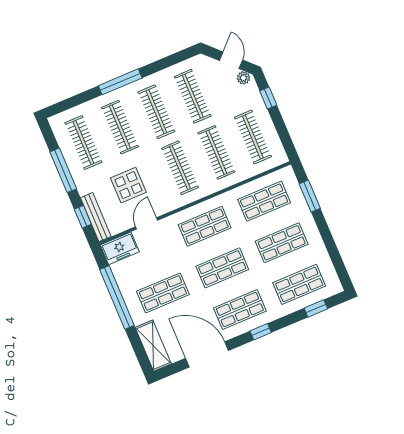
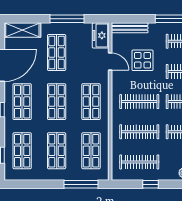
window: (268, 98) -> (150, 184), moved
window: (310, 196) -> (81, 184), width x1.44
window: (83, 217) -> (134, 19), removed
window: (117, 297) -> (67, 19), width x0.68

